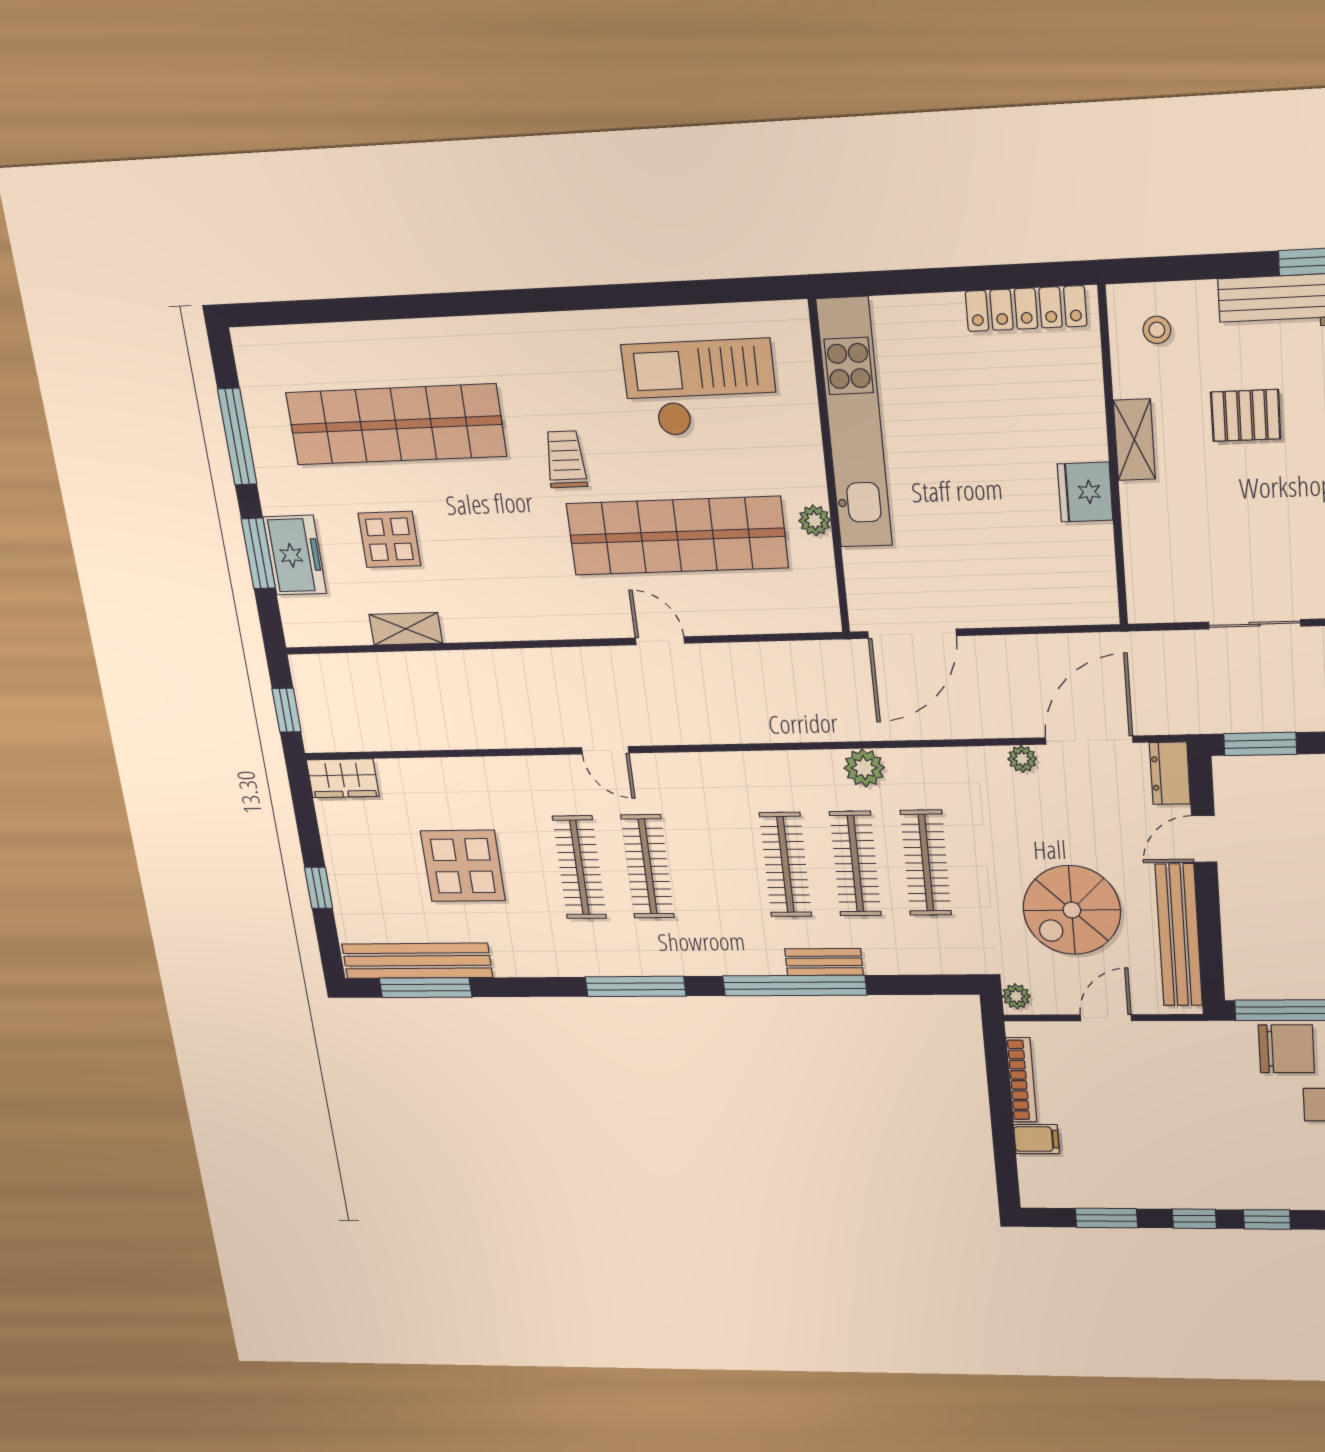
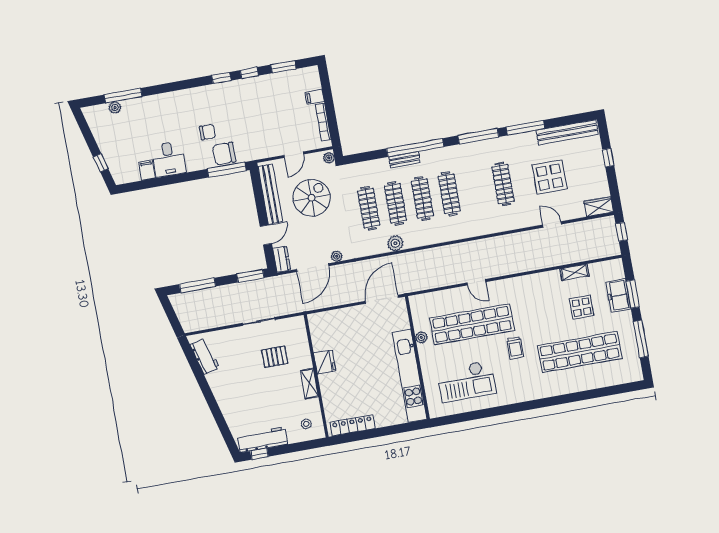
pallet: (1246, 415) -> (275, 357), moved
door: (605, 750) -> (552, 225), moved
clothes rail: (648, 866) -> (449, 194), moved
window: (426, 988) -> (525, 128), moved

